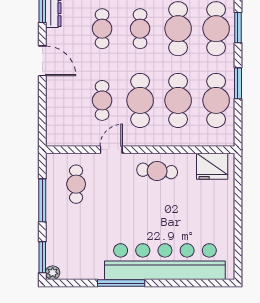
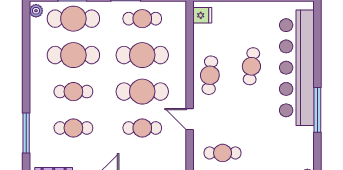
cafe table: (216, 100) -> (142, 19), width x0.73, depth x0.74
fridge: (212, 166) -> (202, 15), width x0.53, depth x0.75
cafe table: (166, 214) -> (251, 66), added

